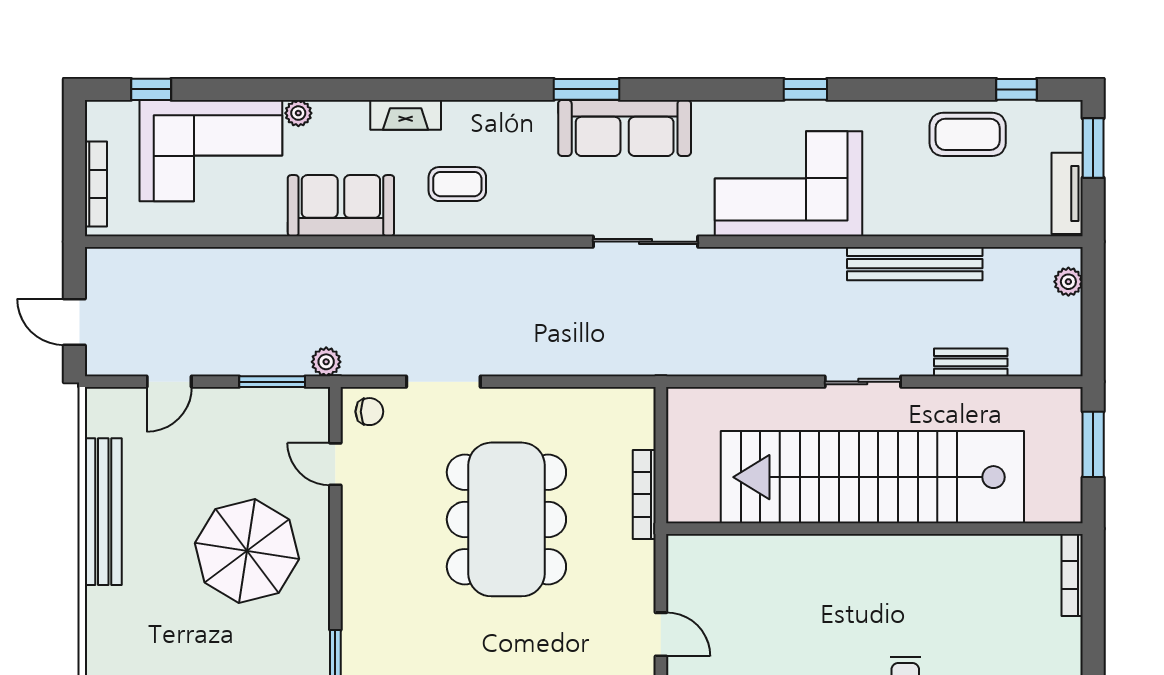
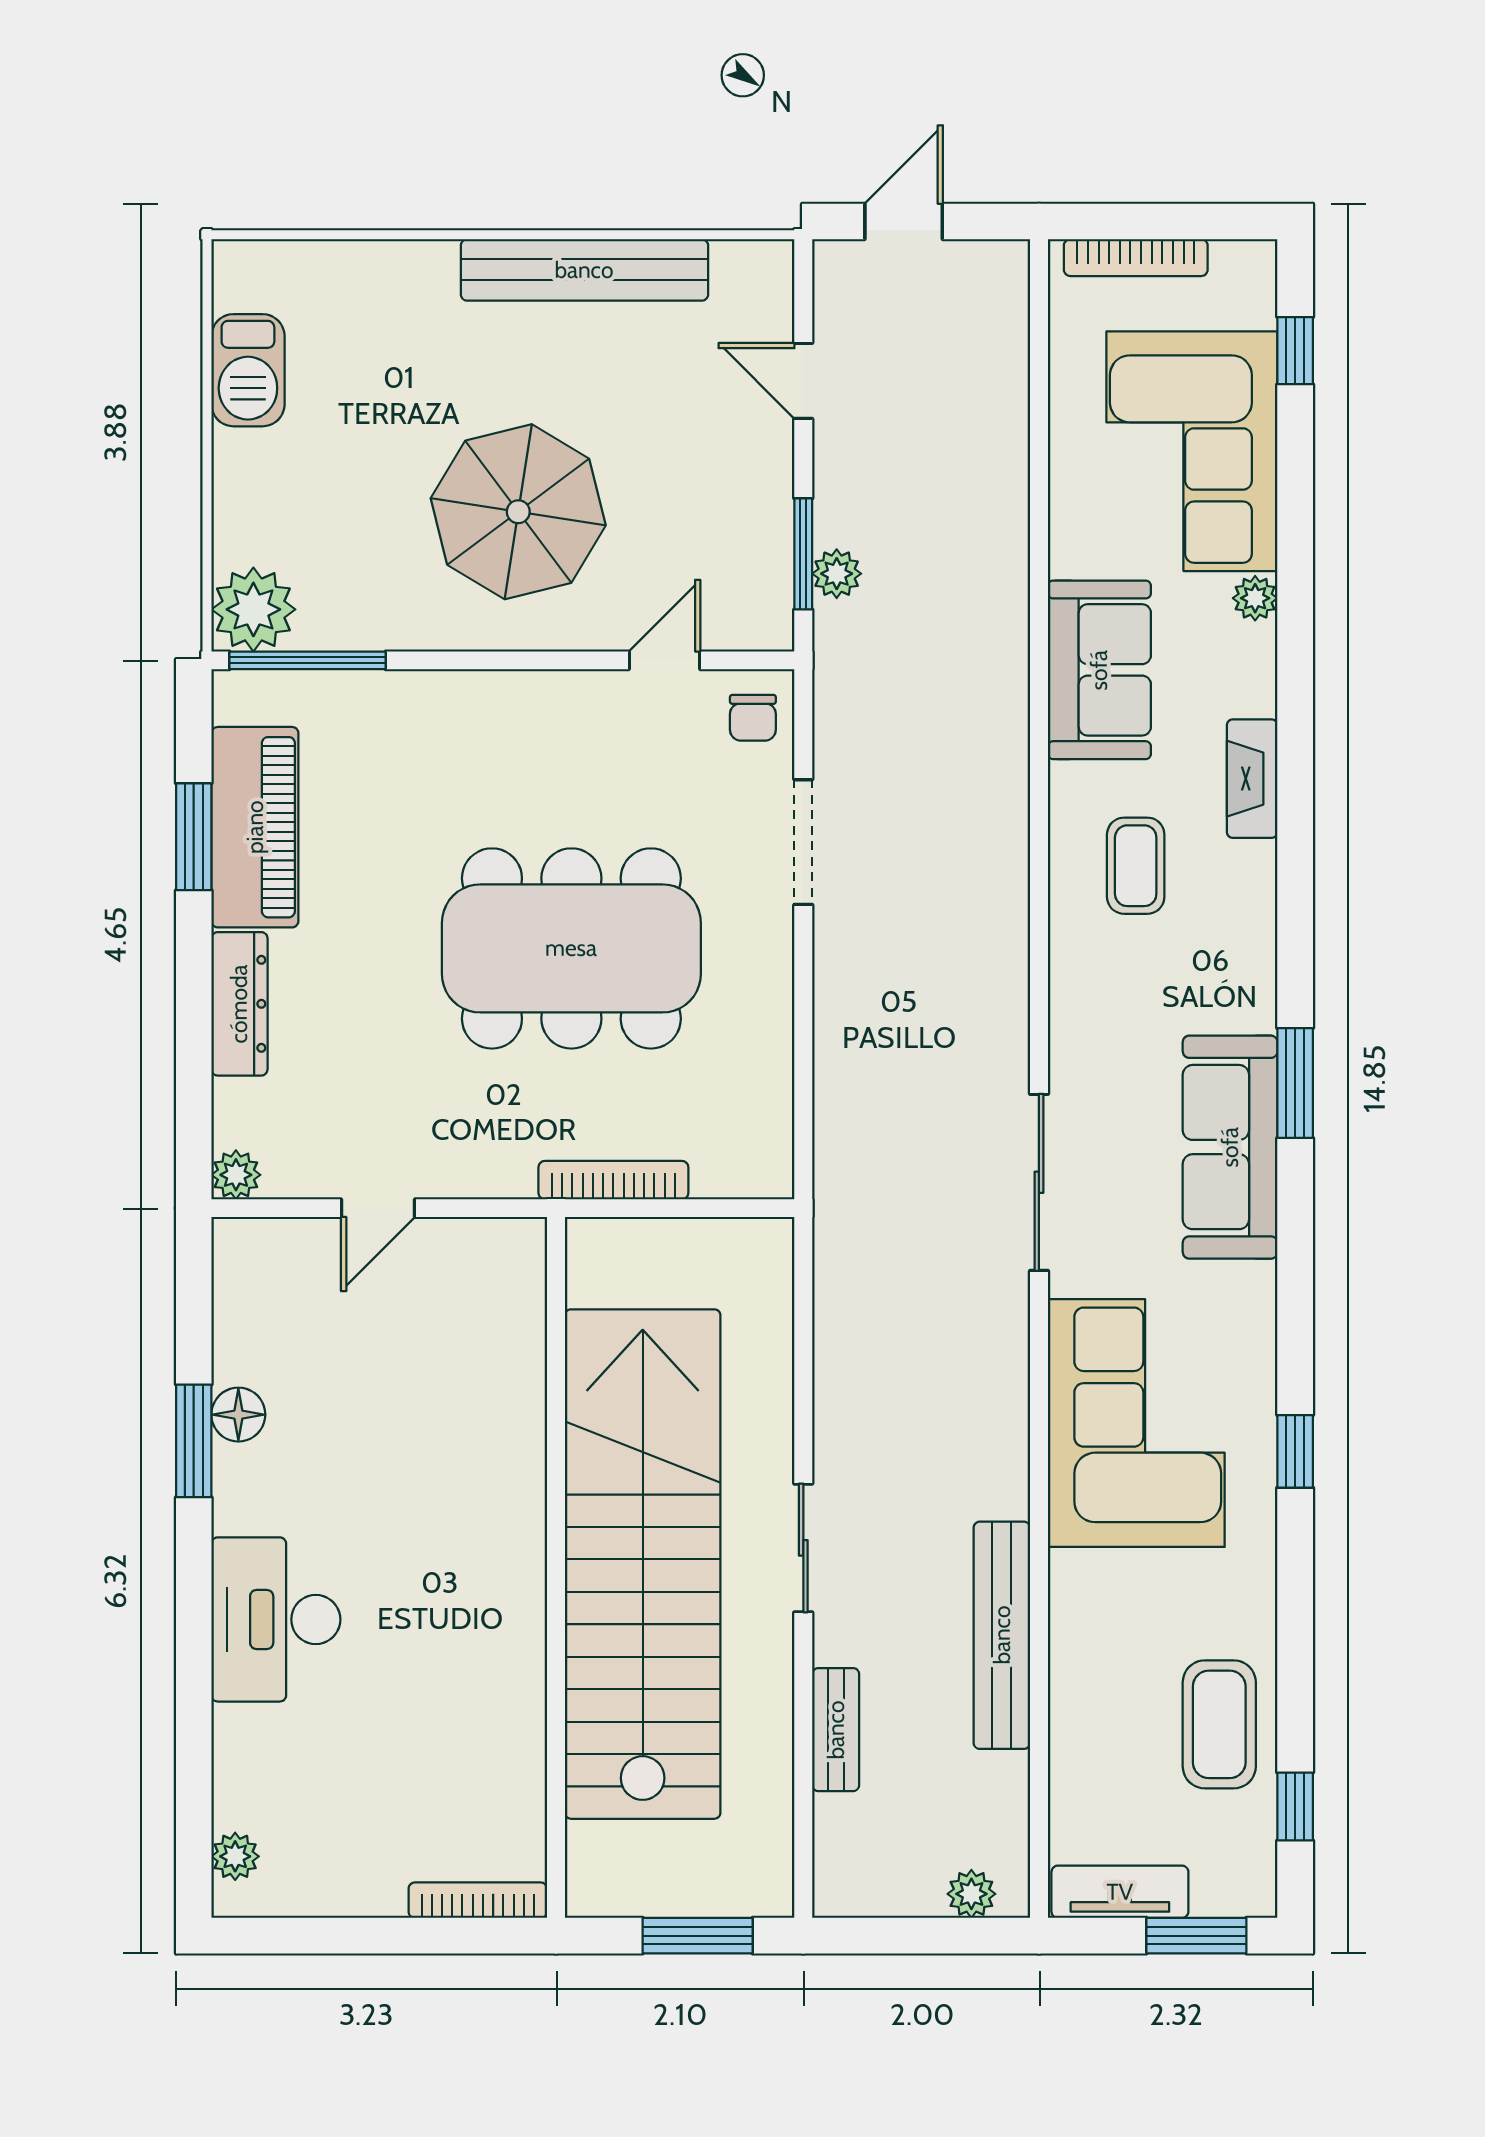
plant: (326, 362) -> (837, 574), moved

